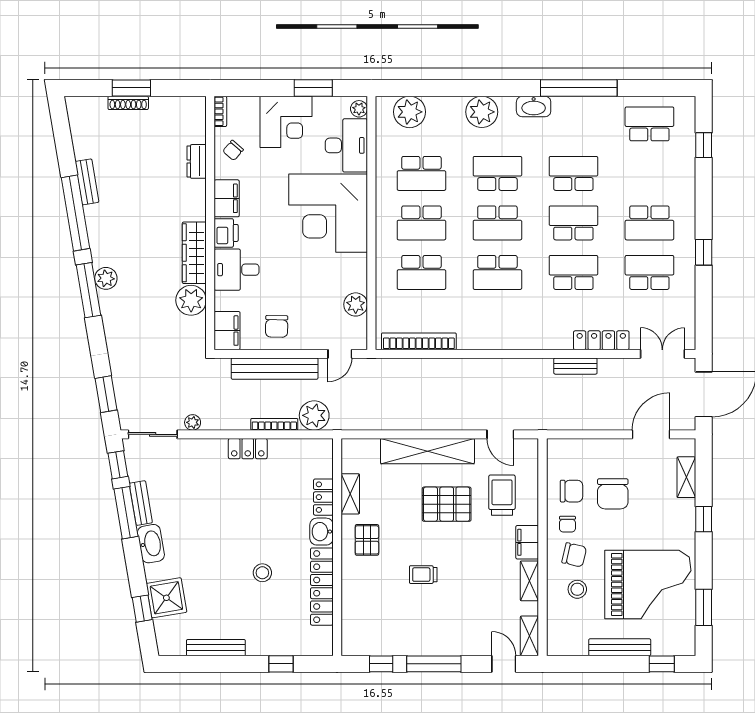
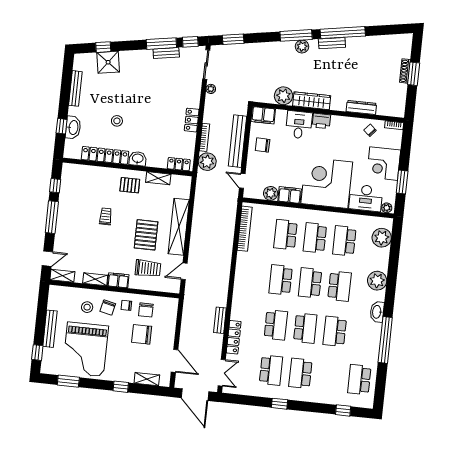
school desk: (649, 124) -> (359, 380), turned 180
dresser: (197, 161) -> (361, 107), width x1.44
school desk: (573, 173) -> (335, 331), turned 180
bench: (87, 182) -> (332, 43), moved
filing cabinet: (227, 198) -> (290, 195), moved, turned 180
locker: (323, 497) -> (179, 164), moved
washbasin: (151, 544) -> (73, 128), moved, turned -80

